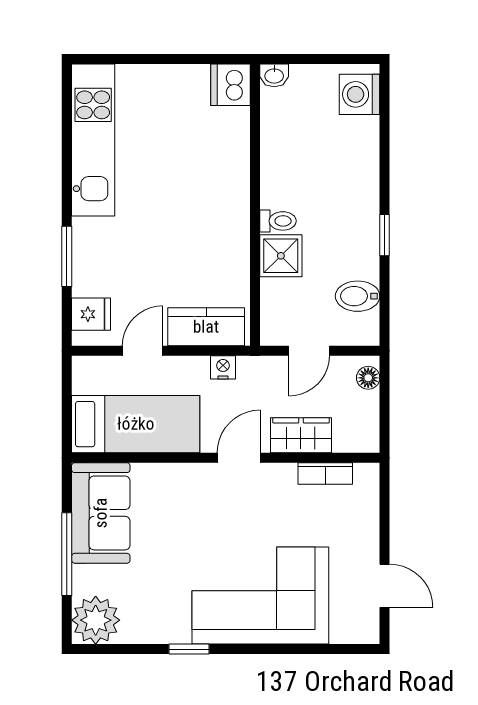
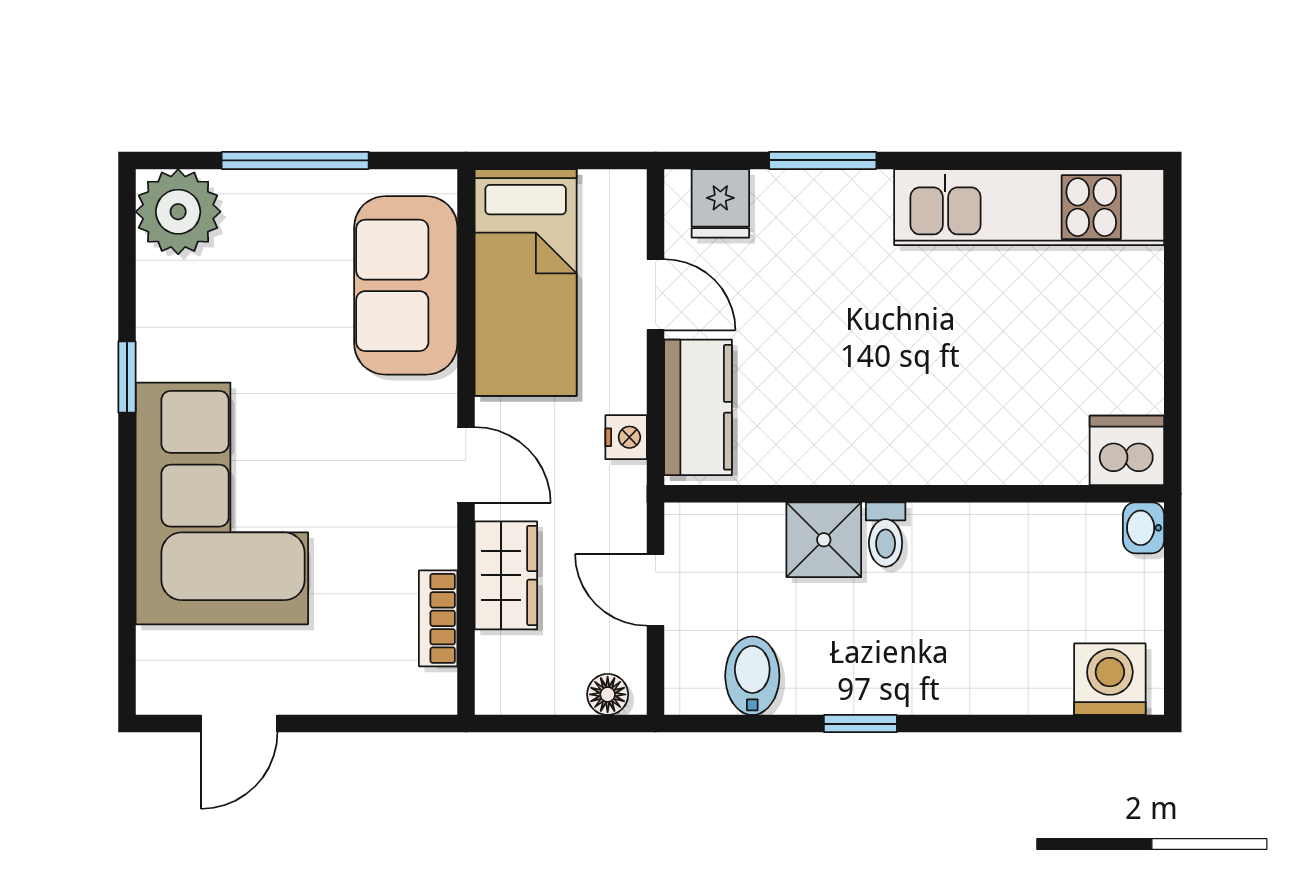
sofa: (101, 513) -> (406, 285), moved, turned 90

